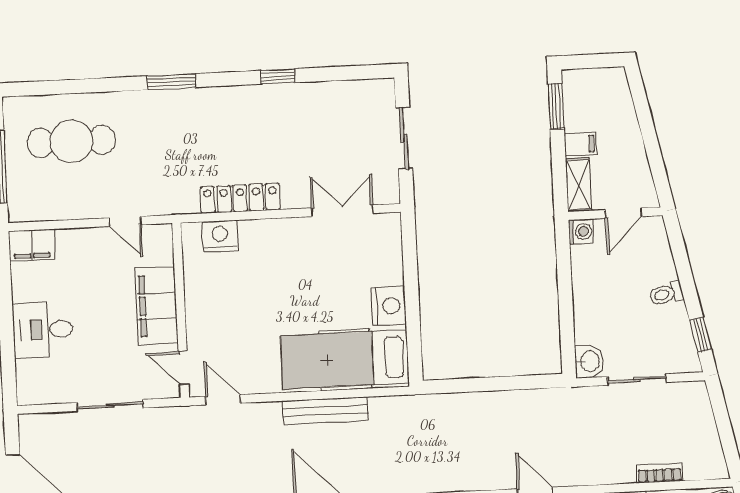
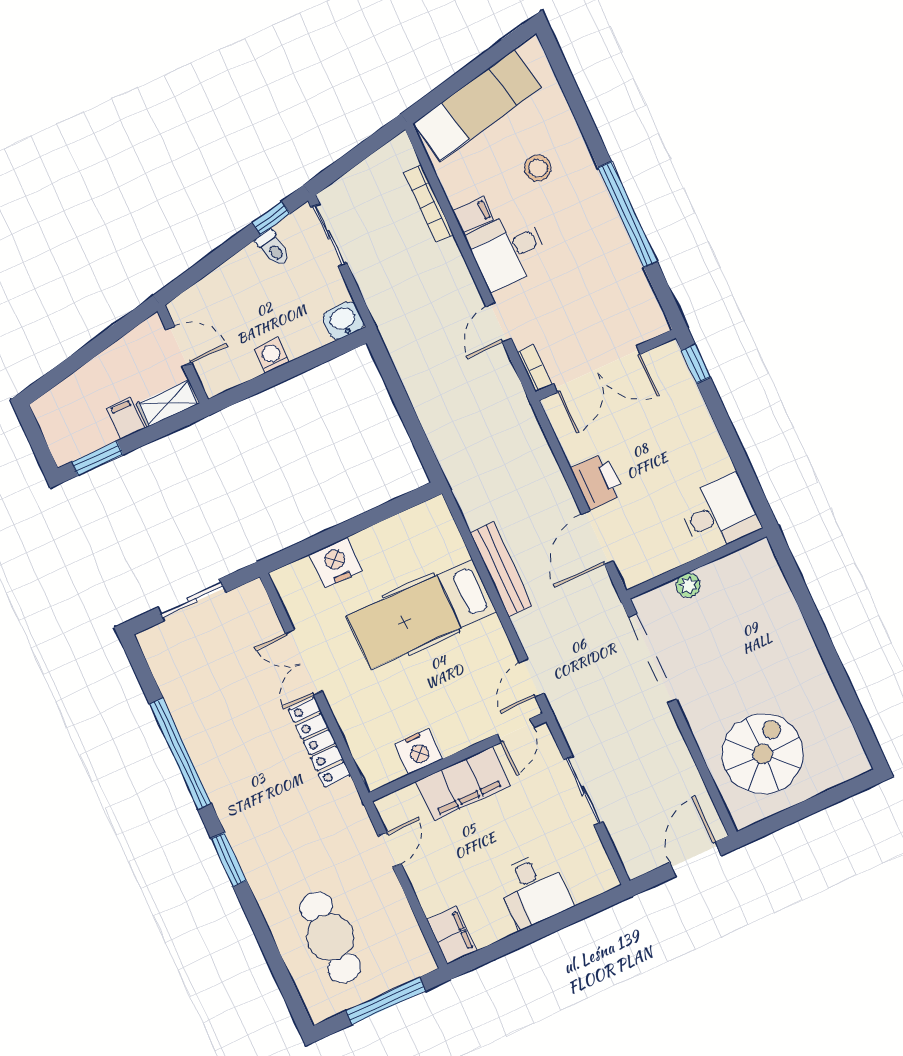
window: (278, 76) -> (180, 754), width x3.17
double door: (342, 211) -> (304, 662), moved
washing machine: (581, 231) -> (272, 356), moved
nightstand: (220, 236) -> (419, 751), moved, turned -90
toilet: (666, 294) -> (273, 248), moved
nightstand: (389, 306) -> (336, 562), moved
hospital bed: (345, 359) -> (421, 614), moved, turned 90
sliding door: (637, 380) -> (329, 235), moved
bookcase: (659, 473) -> (429, 204), width x1.56

